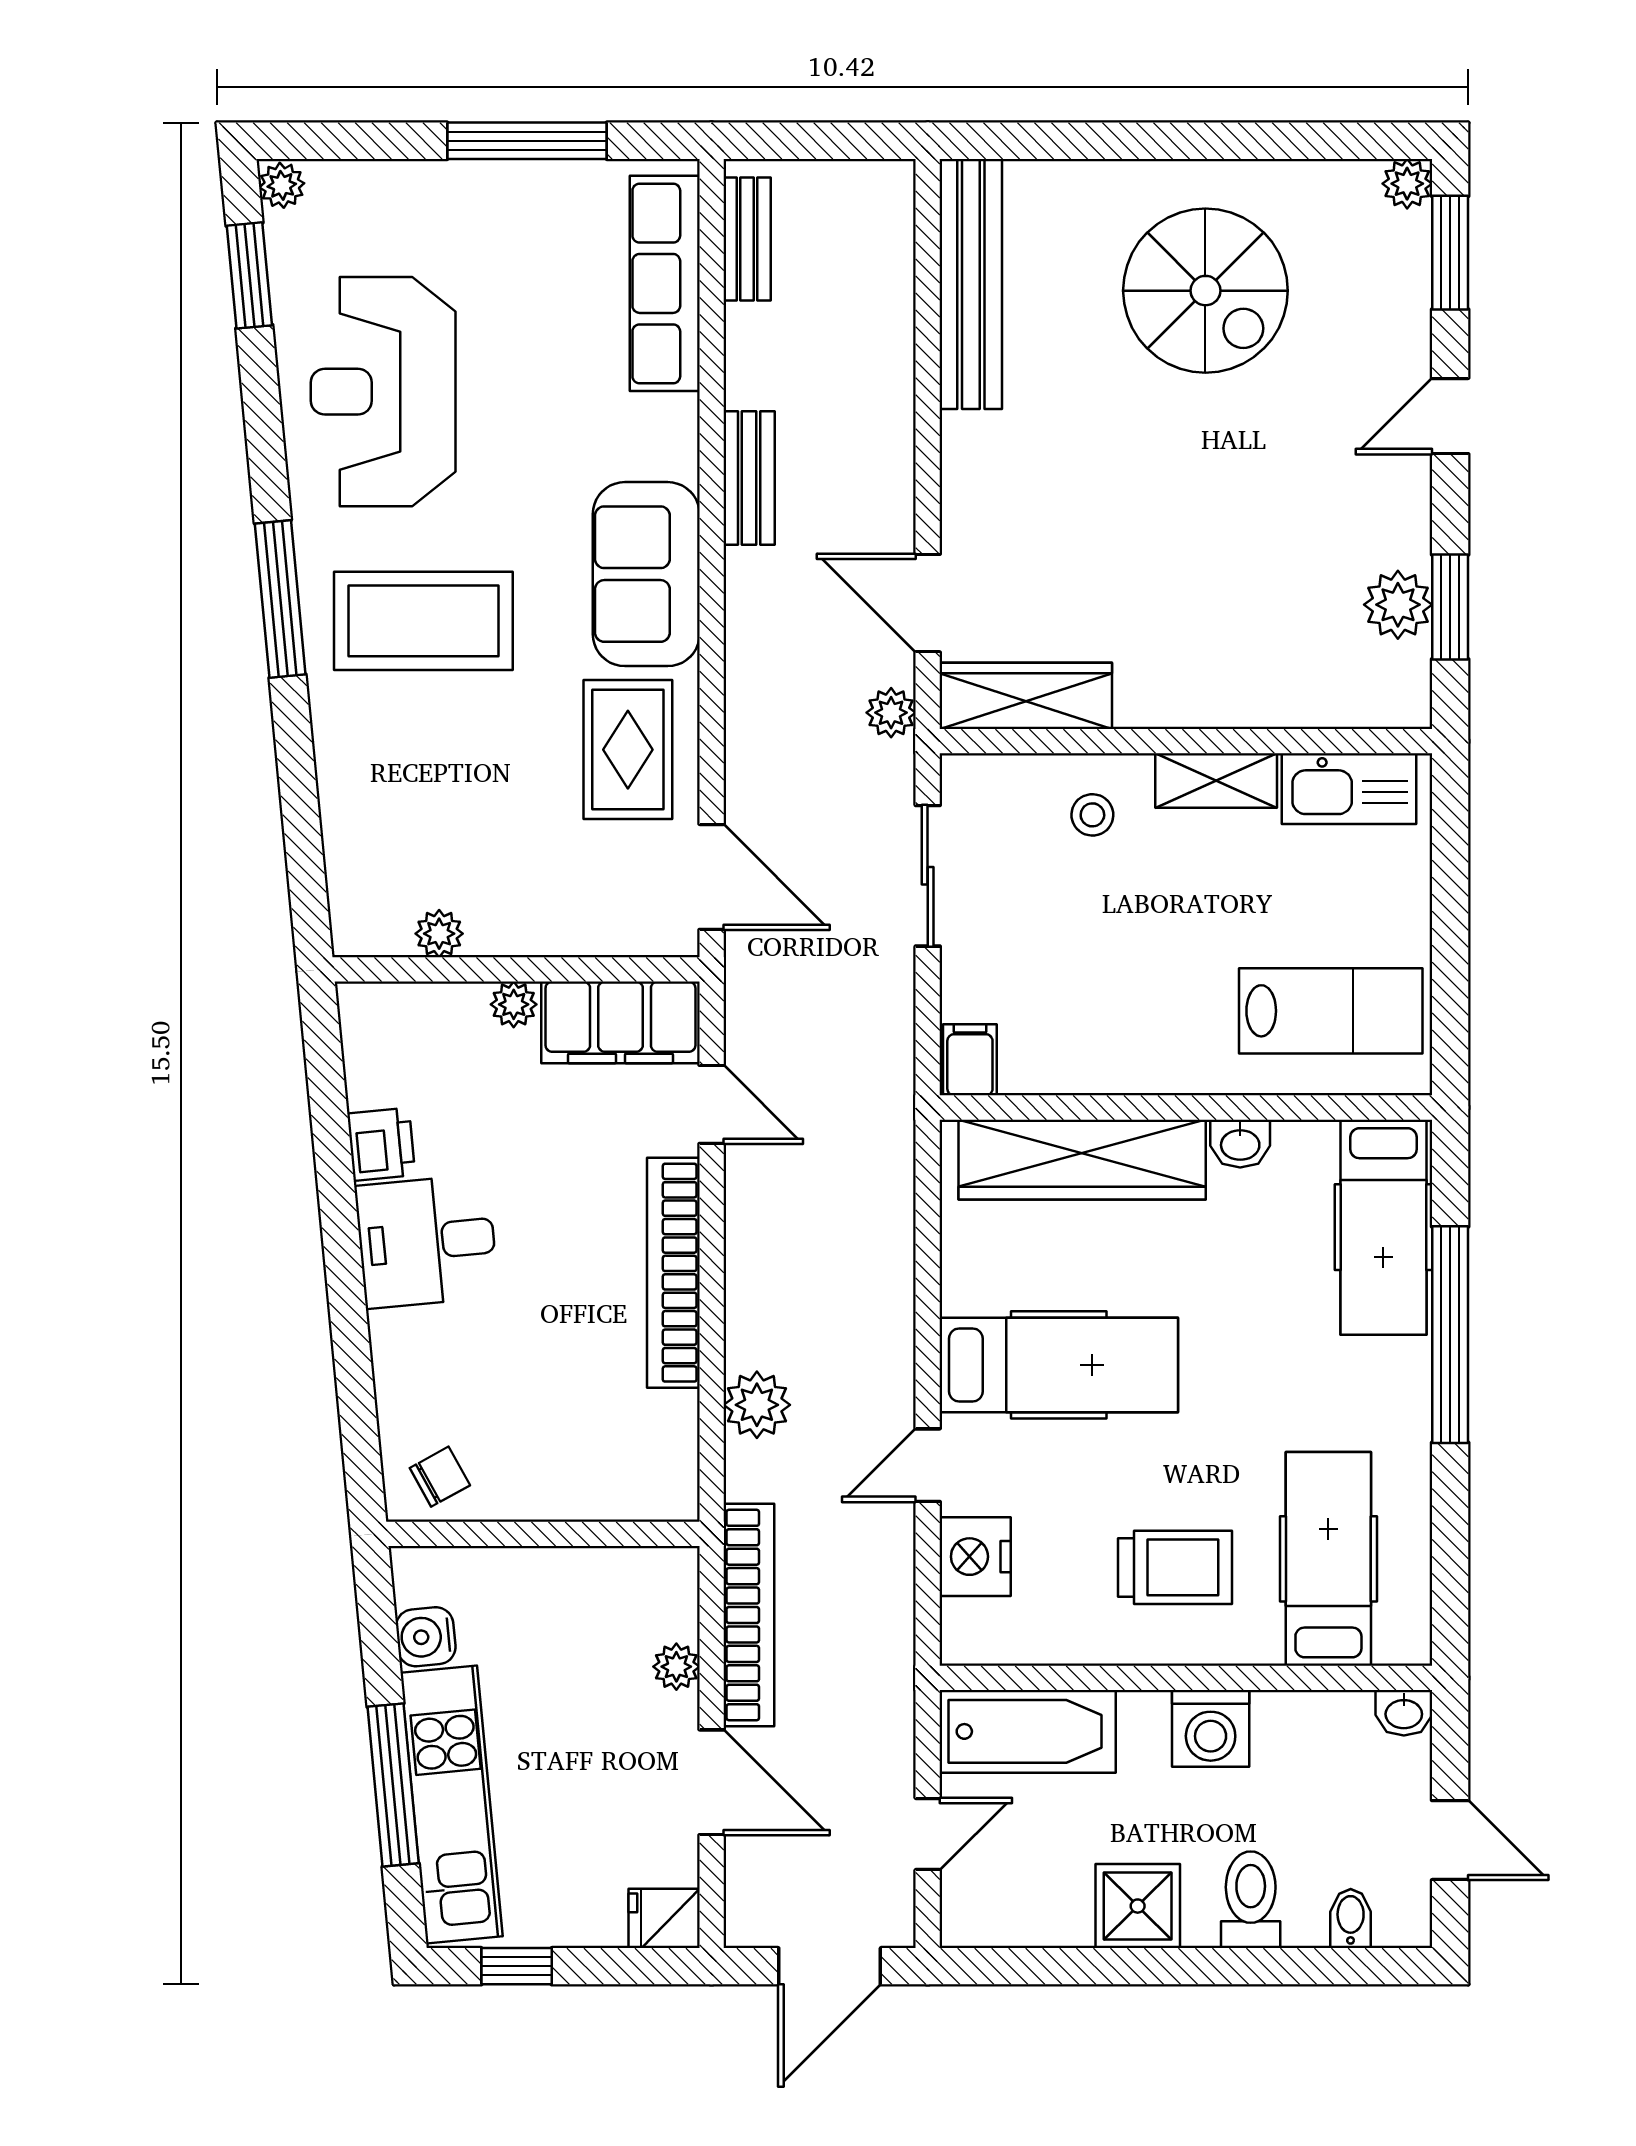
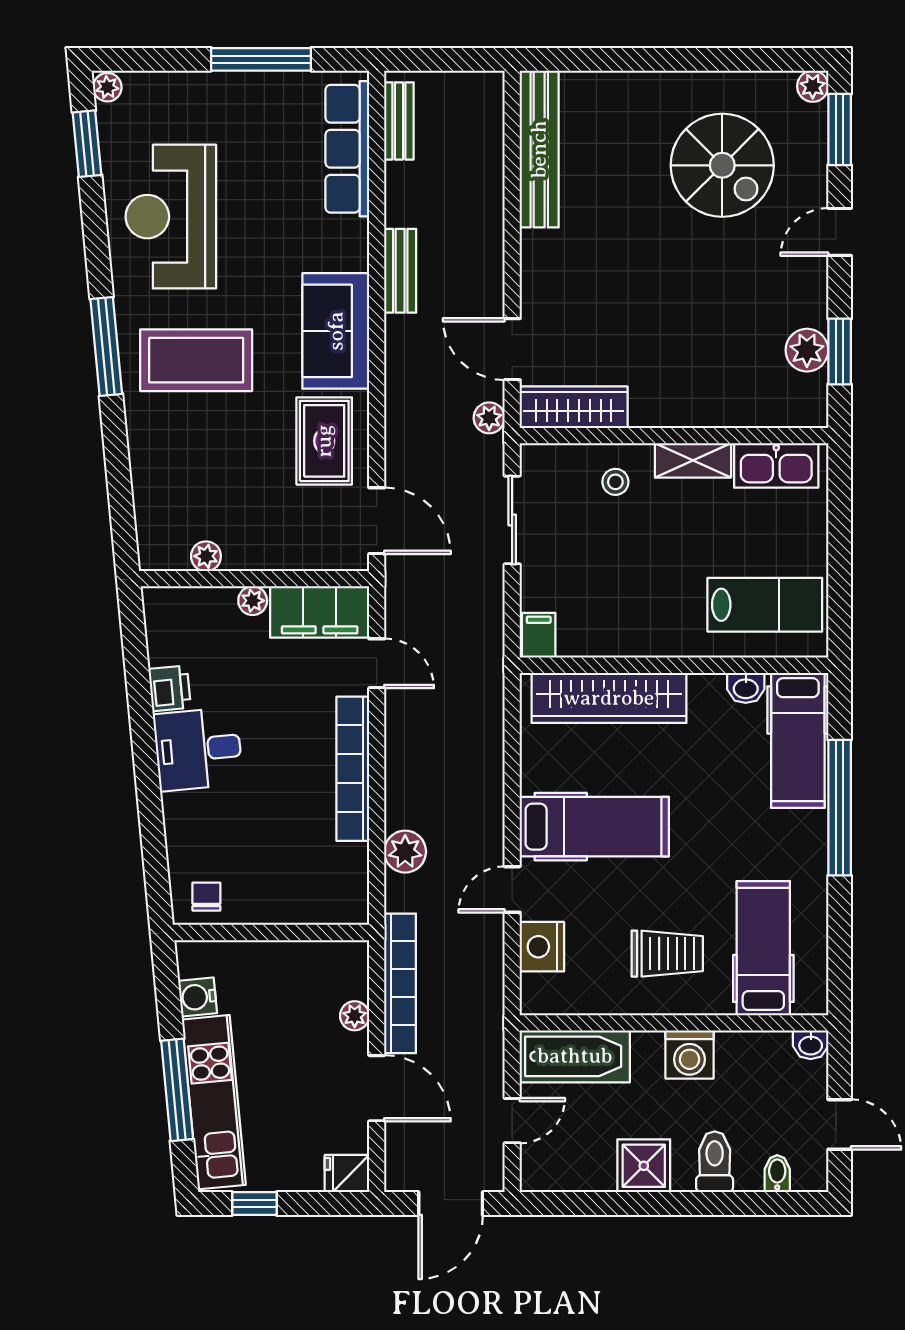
spiral stairs: (1205, 291) -> (722, 165), moved
washbasin: (1240, 1144) -> (746, 688), moved
chair: (440, 1477) -> (206, 897), turned -61

